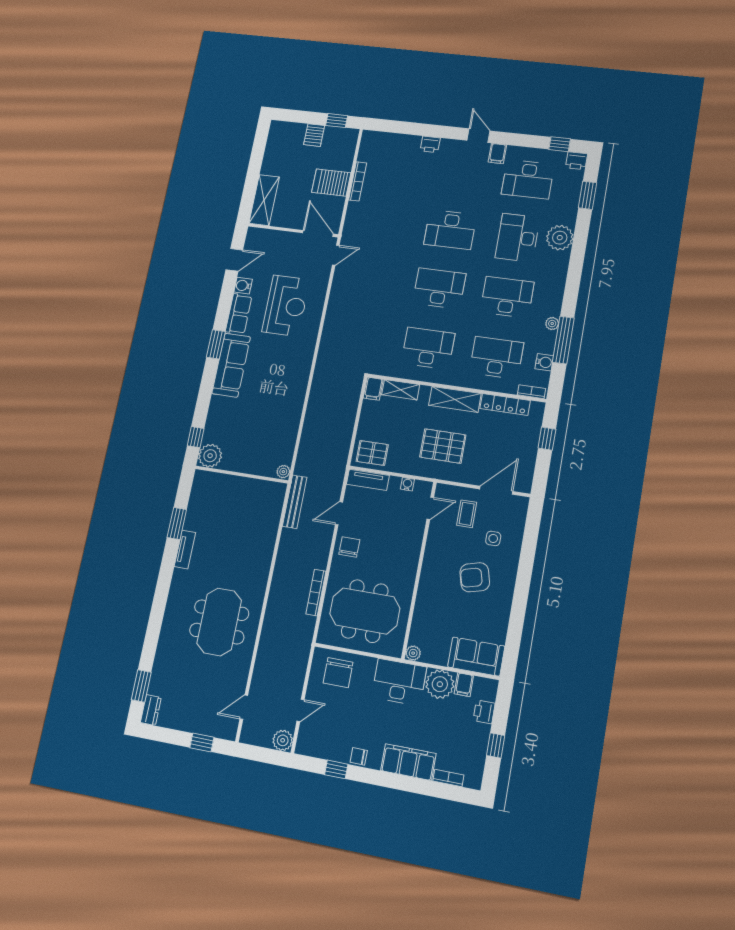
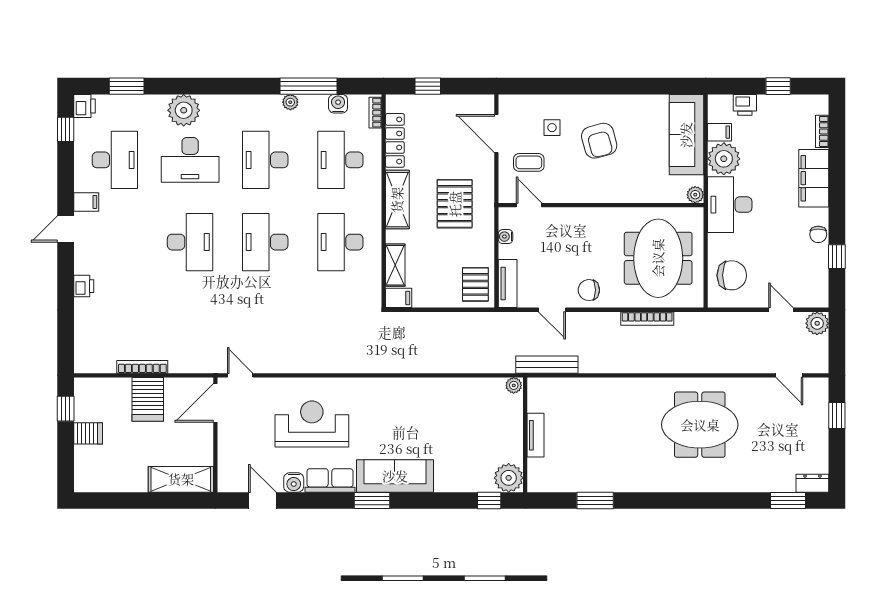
tv unit: (185, 550) -> (536, 435), moved, turned 90
sofa: (476, 657) -> (686, 135), width x1.36

